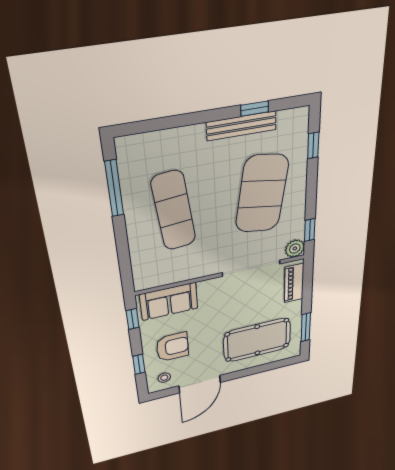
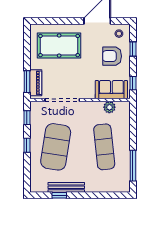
window: (313, 145) -> (27, 145), moved
plant: (295, 248) -> (109, 107), moved
window: (306, 327) -> (27, 82), moved

